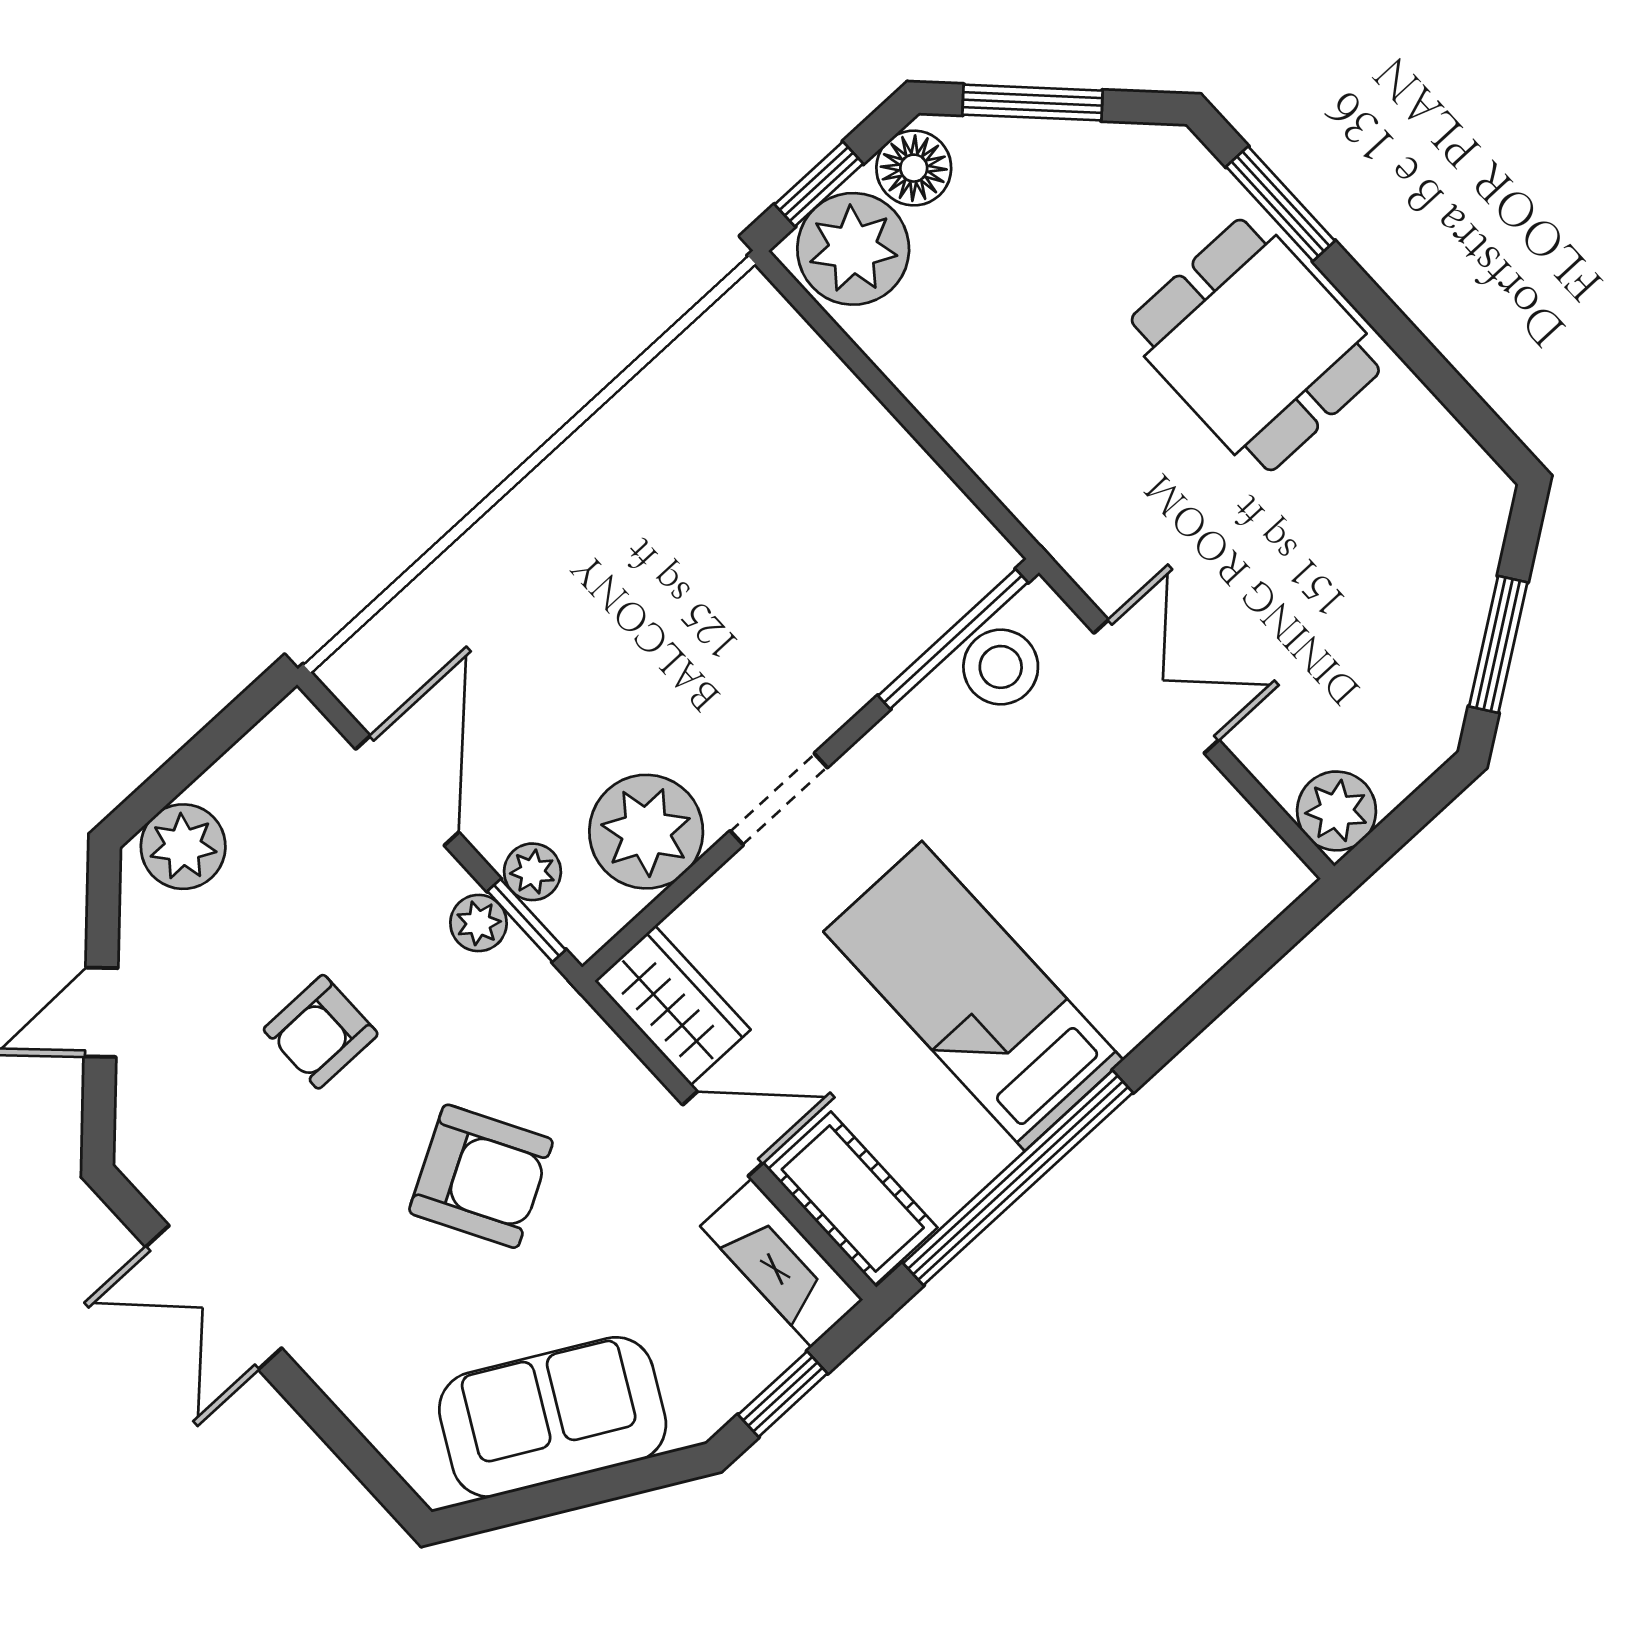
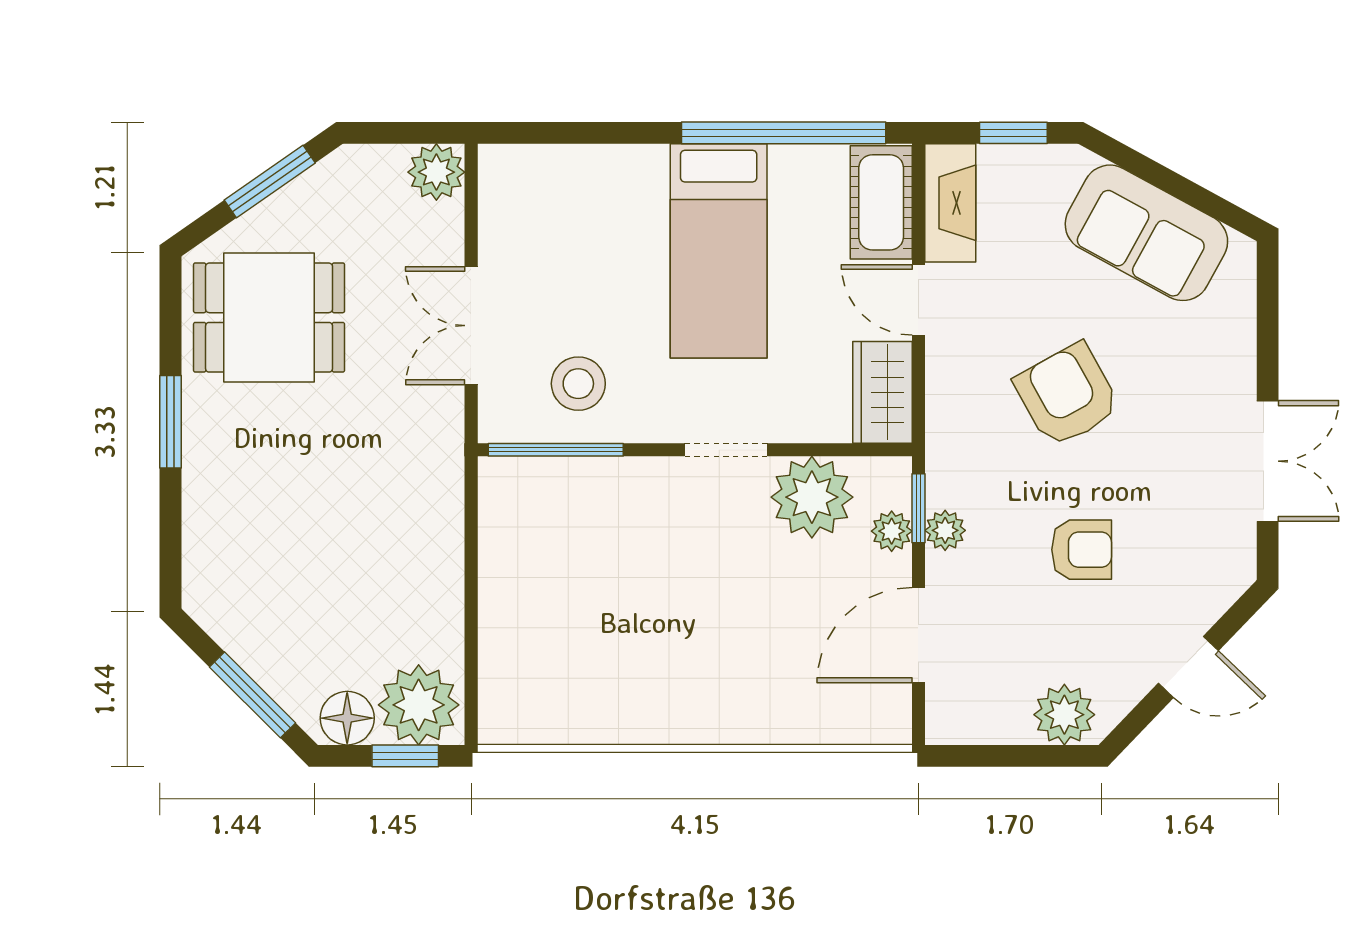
window: (1281, 204) -> (170, 422), moved
dining table: (1255, 345) -> (269, 318), moved, turned 90
stool: (1001, 667) -> (578, 384), moved

